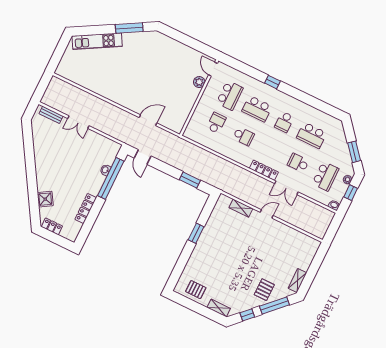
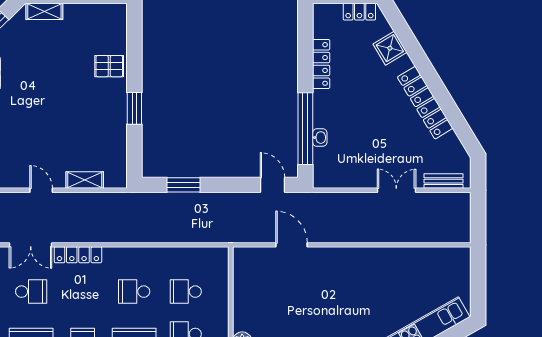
door: (148, 120) -> (292, 245), swing flipped
school desk: (216, 123) -> (186, 292), turned 90
locker: (41, 161) -> (425, 103), added
double door: (286, 188) -> (31, 245), swing flipped
door: (267, 214) -> (41, 190), swing flipped
pallet: (196, 290) -> (109, 66), moved

